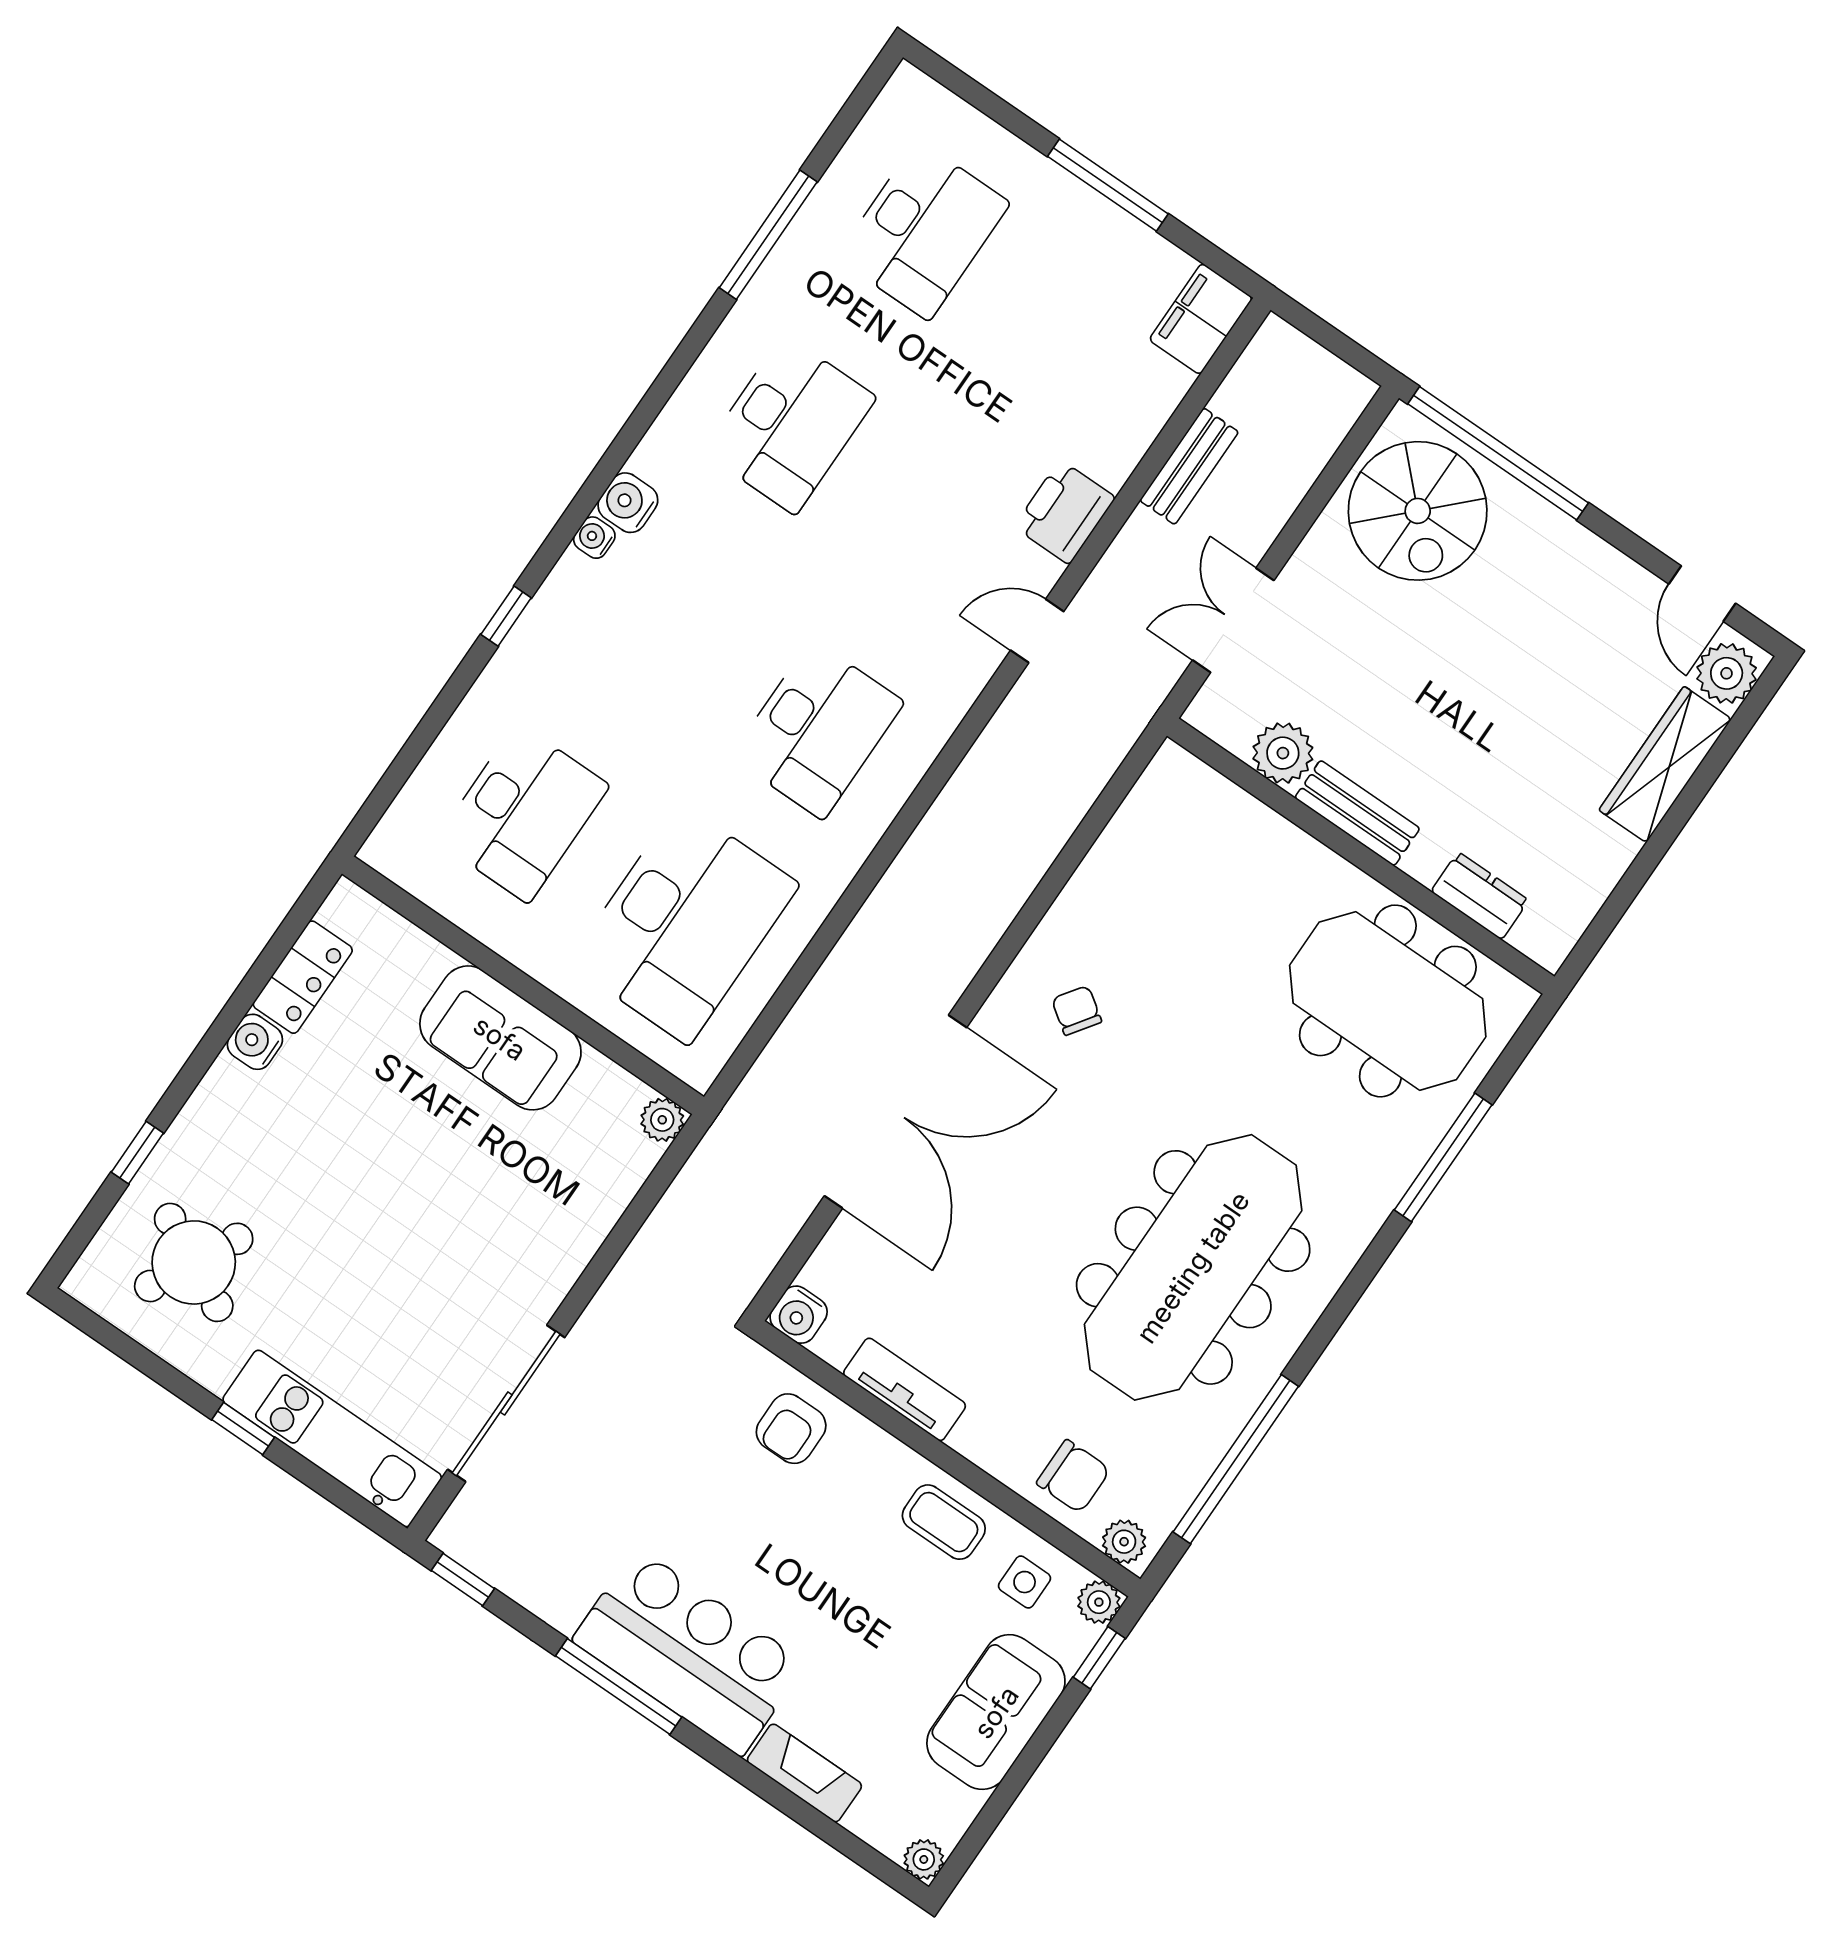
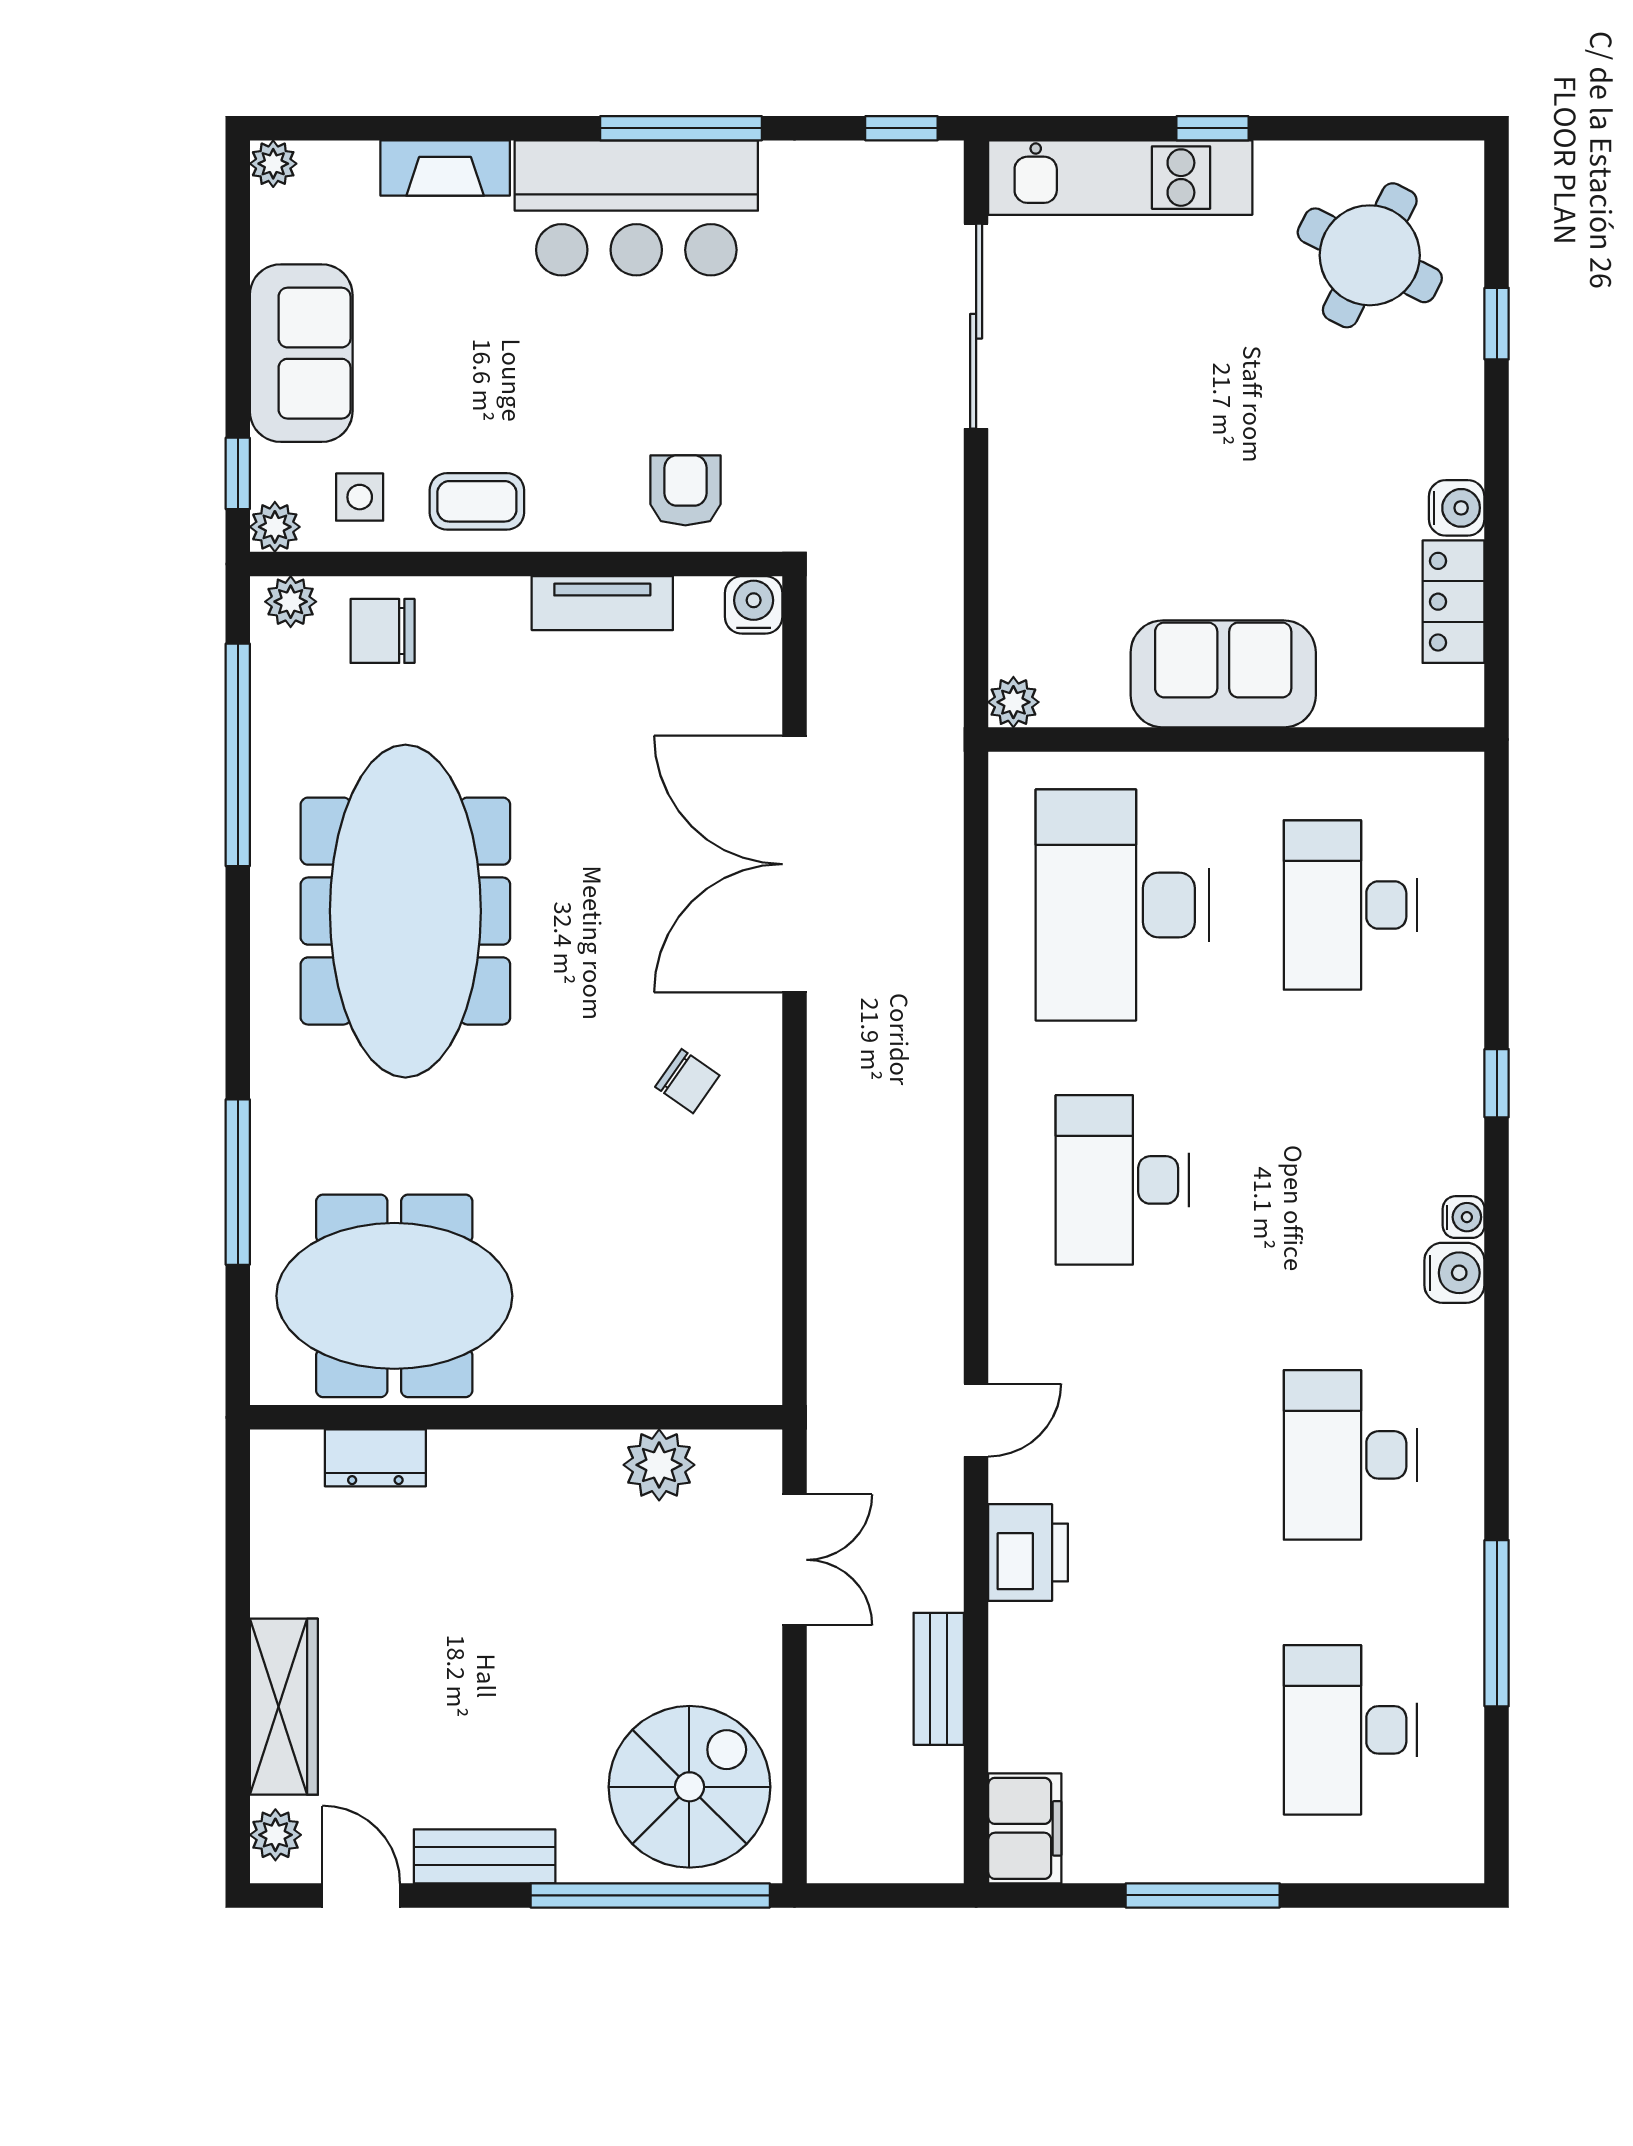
spiral stairs: (1418, 511) -> (689, 1787), turned 90
plant: (1727, 673) -> (275, 1835), width x0.73, depth x0.73
bench: (1357, 813) -> (485, 1856), moved

